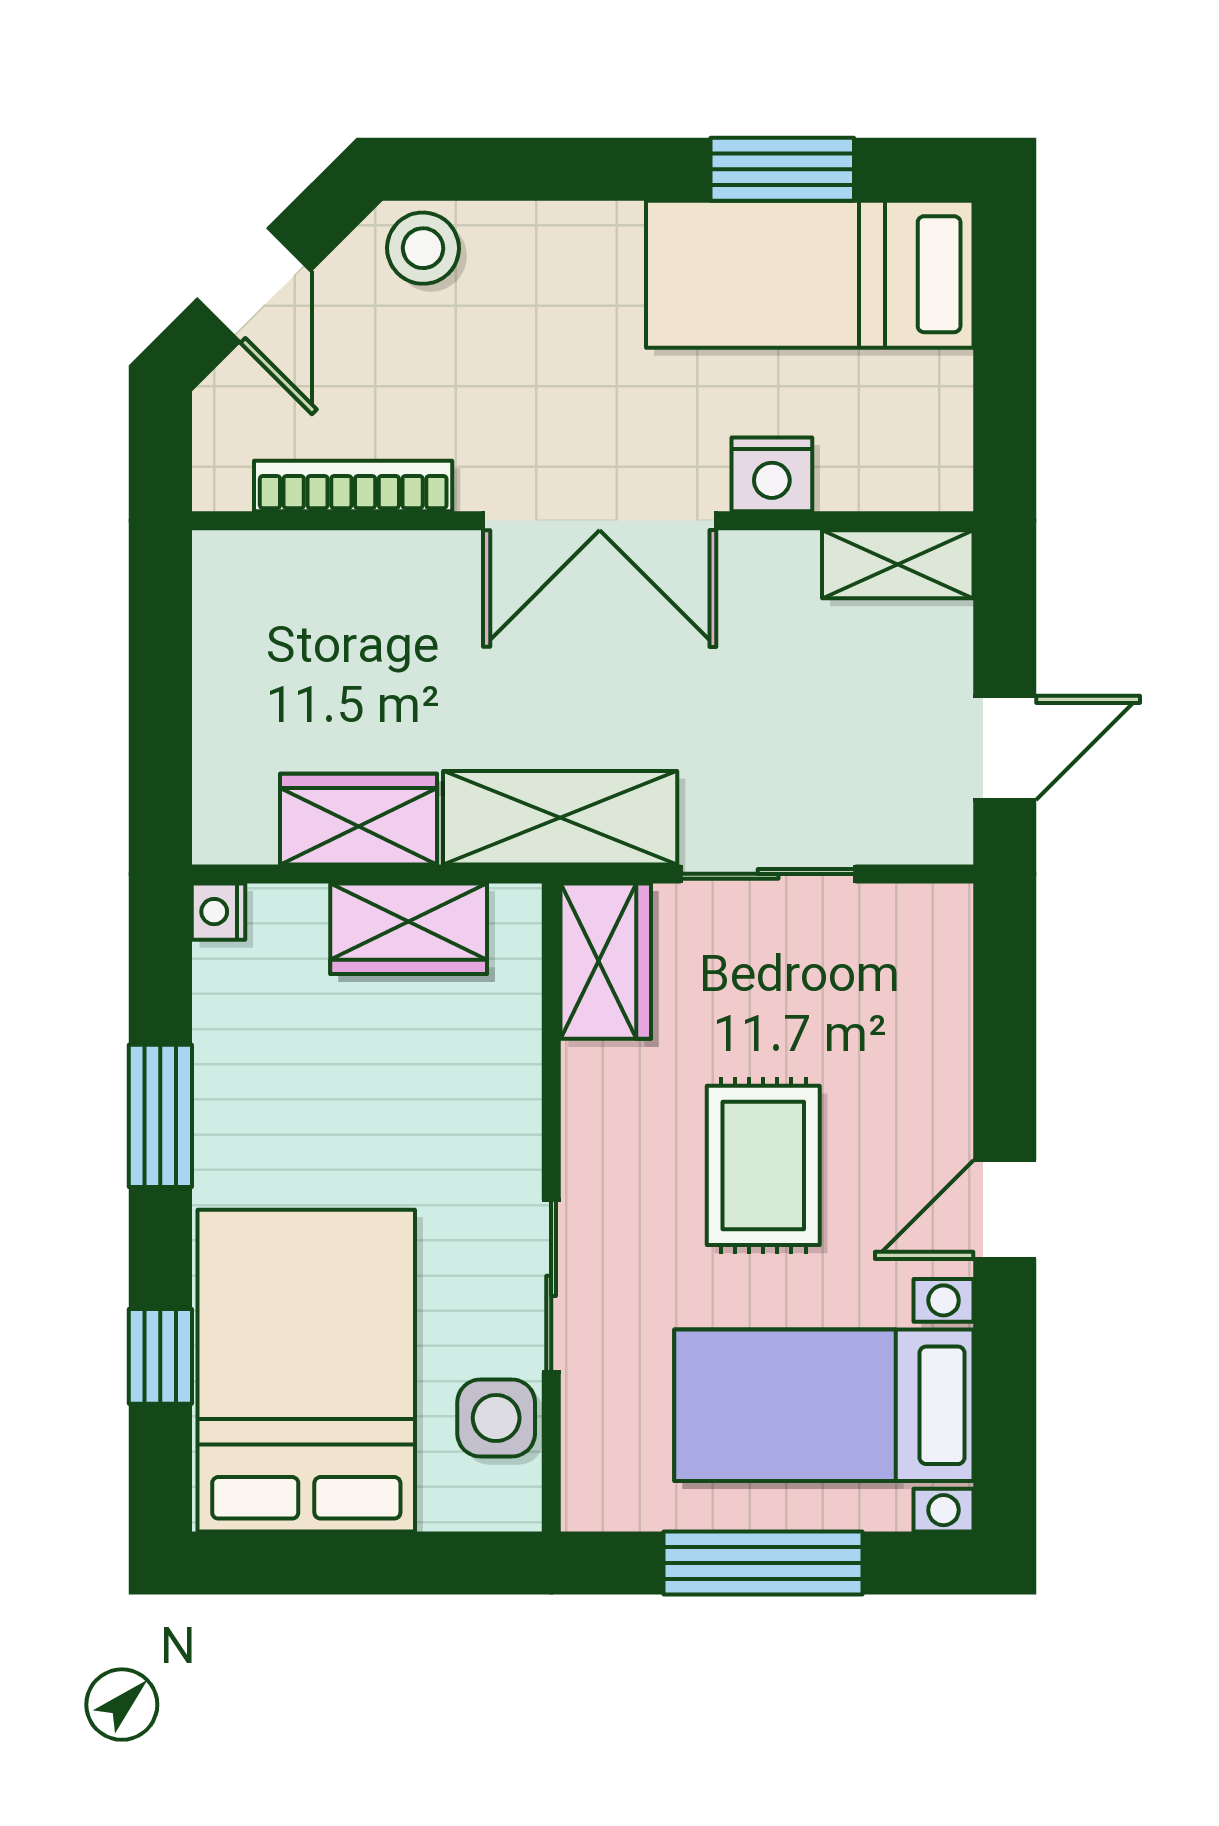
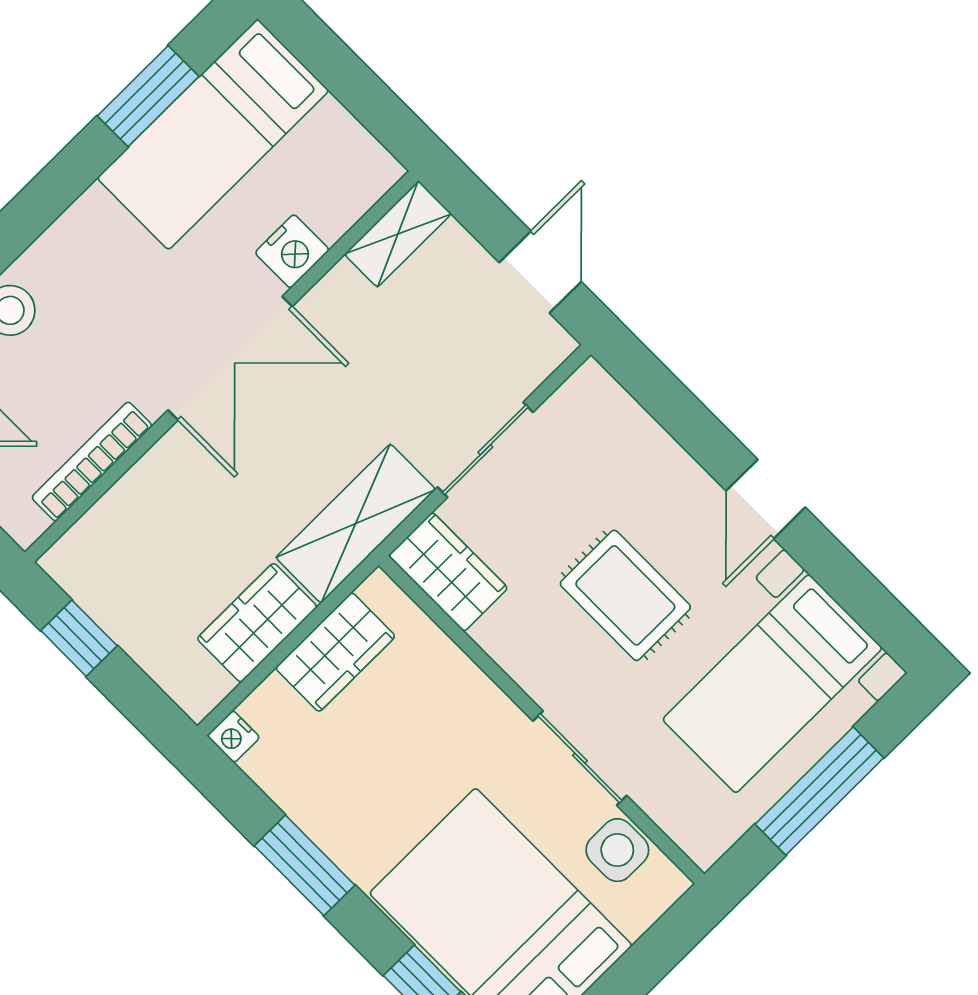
window: (160, 654) -> (79, 638), added

